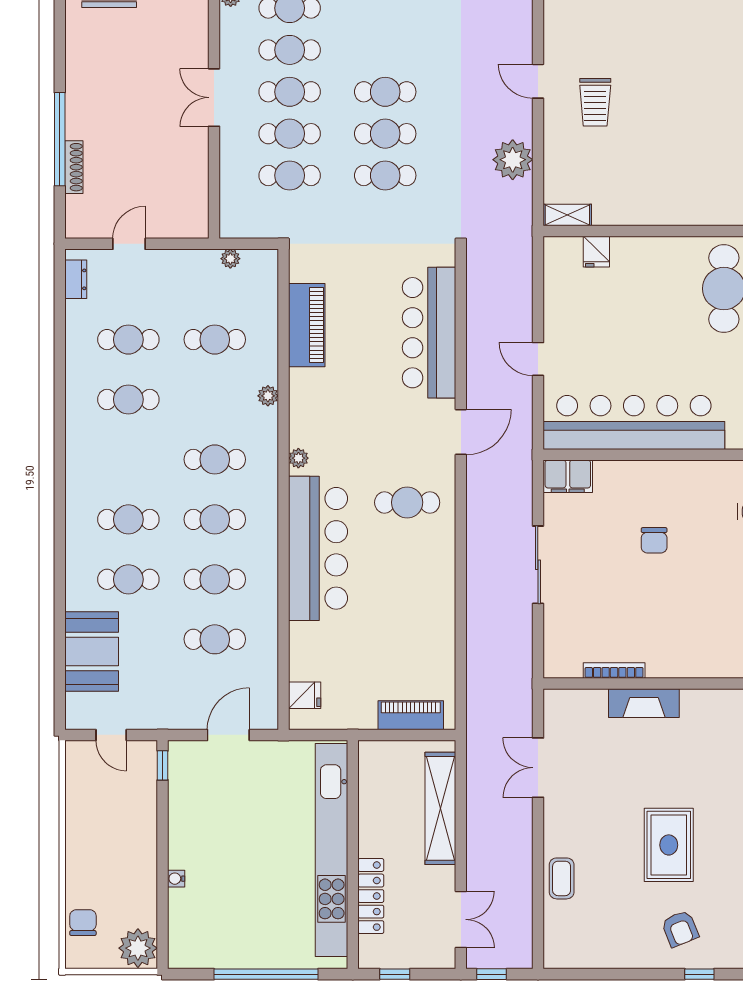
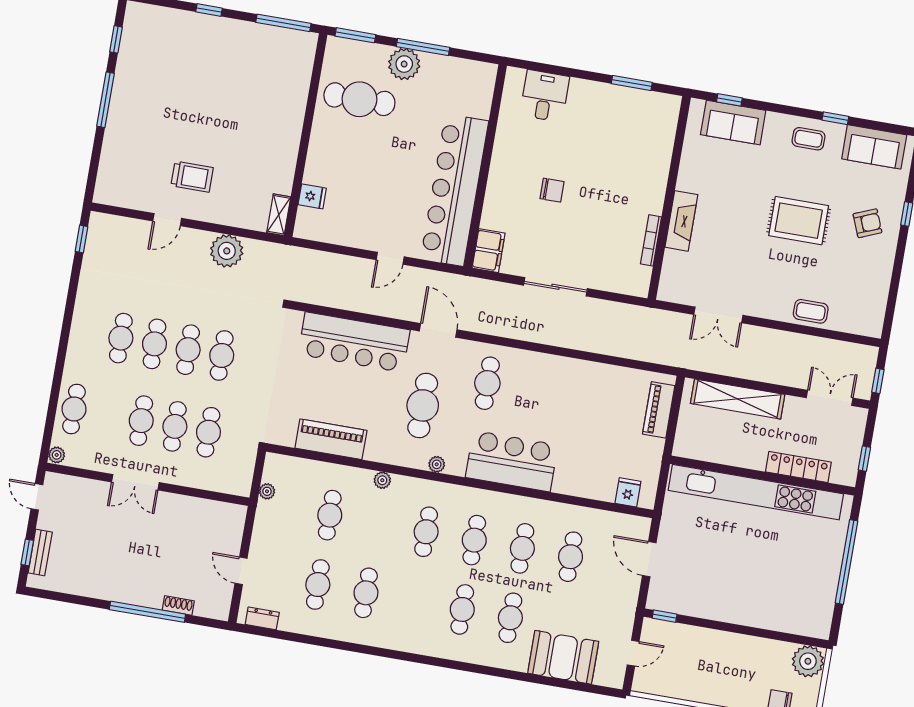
cafe table: (290, 50) -> (121, 338), moved
shoe rack: (74, 167) -> (178, 605), width x0.70
cafe table: (367, 429) -> (423, 405), added
bar counter: (318, 548) -> (512, 461), width x0.73
water cooler: (176, 879) -> (757, 621), removed

